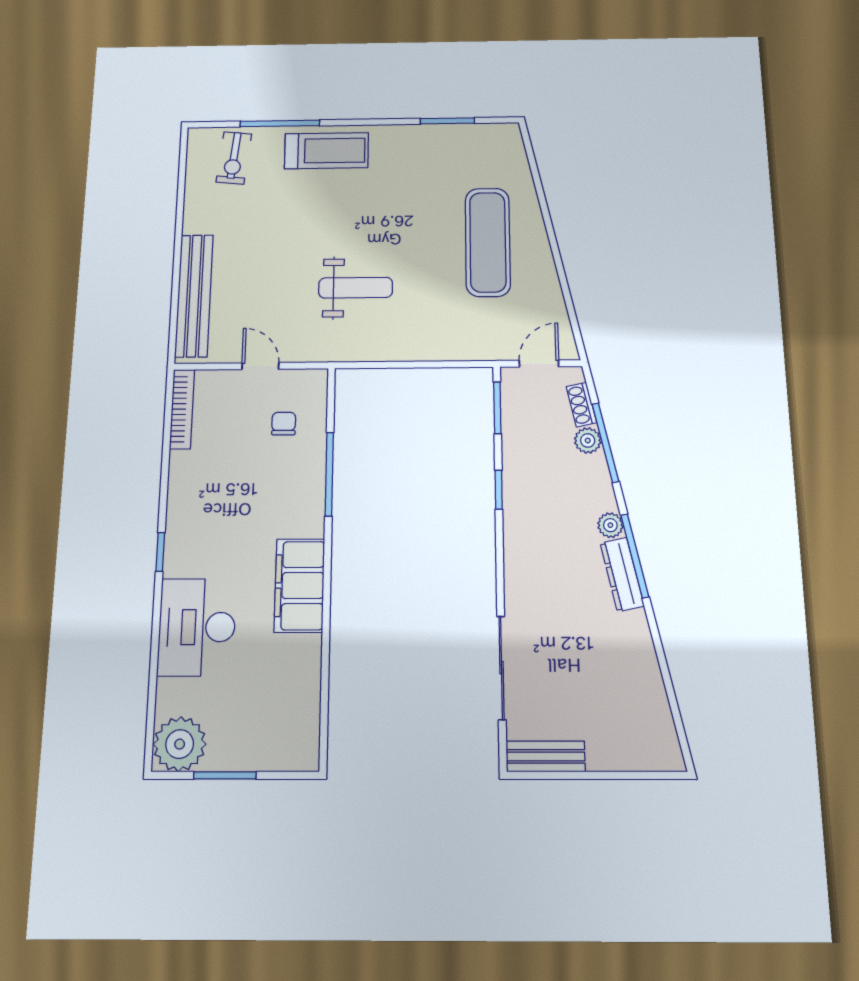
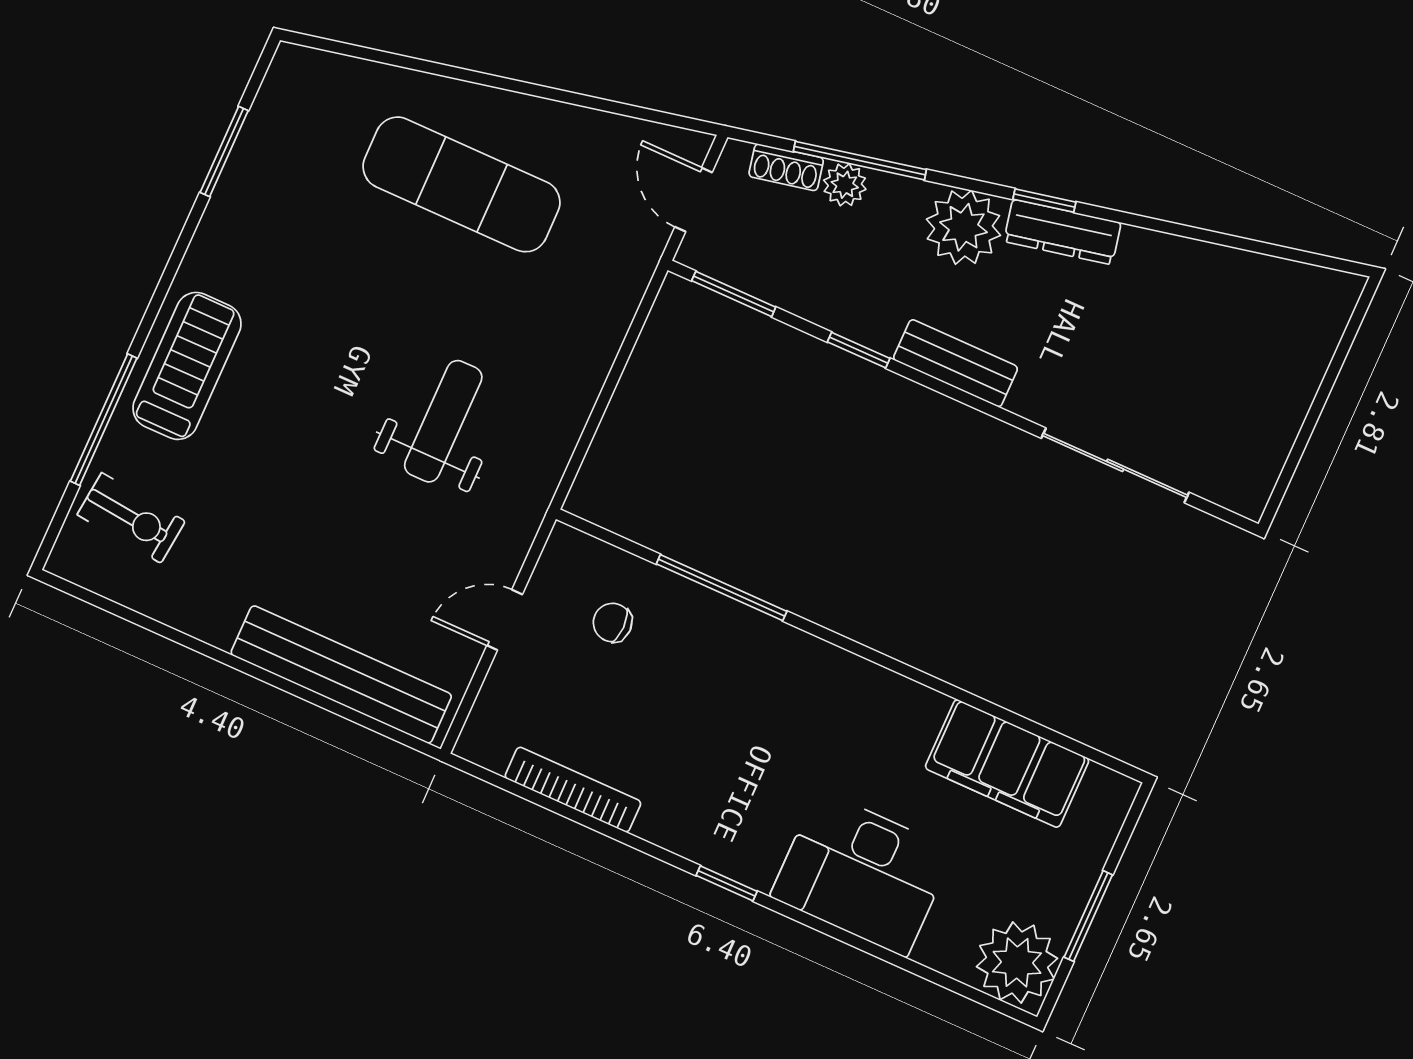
bookcase: (182, 409) -> (573, 790), moved
plant: (610, 525) -> (963, 227), width x1.87, depth x1.87
window: (635, 556) -> (1044, 201), width x0.46
filing cabinet: (299, 585) -> (1007, 764), moved
bench: (546, 756) -> (956, 363), moved, turned 90

